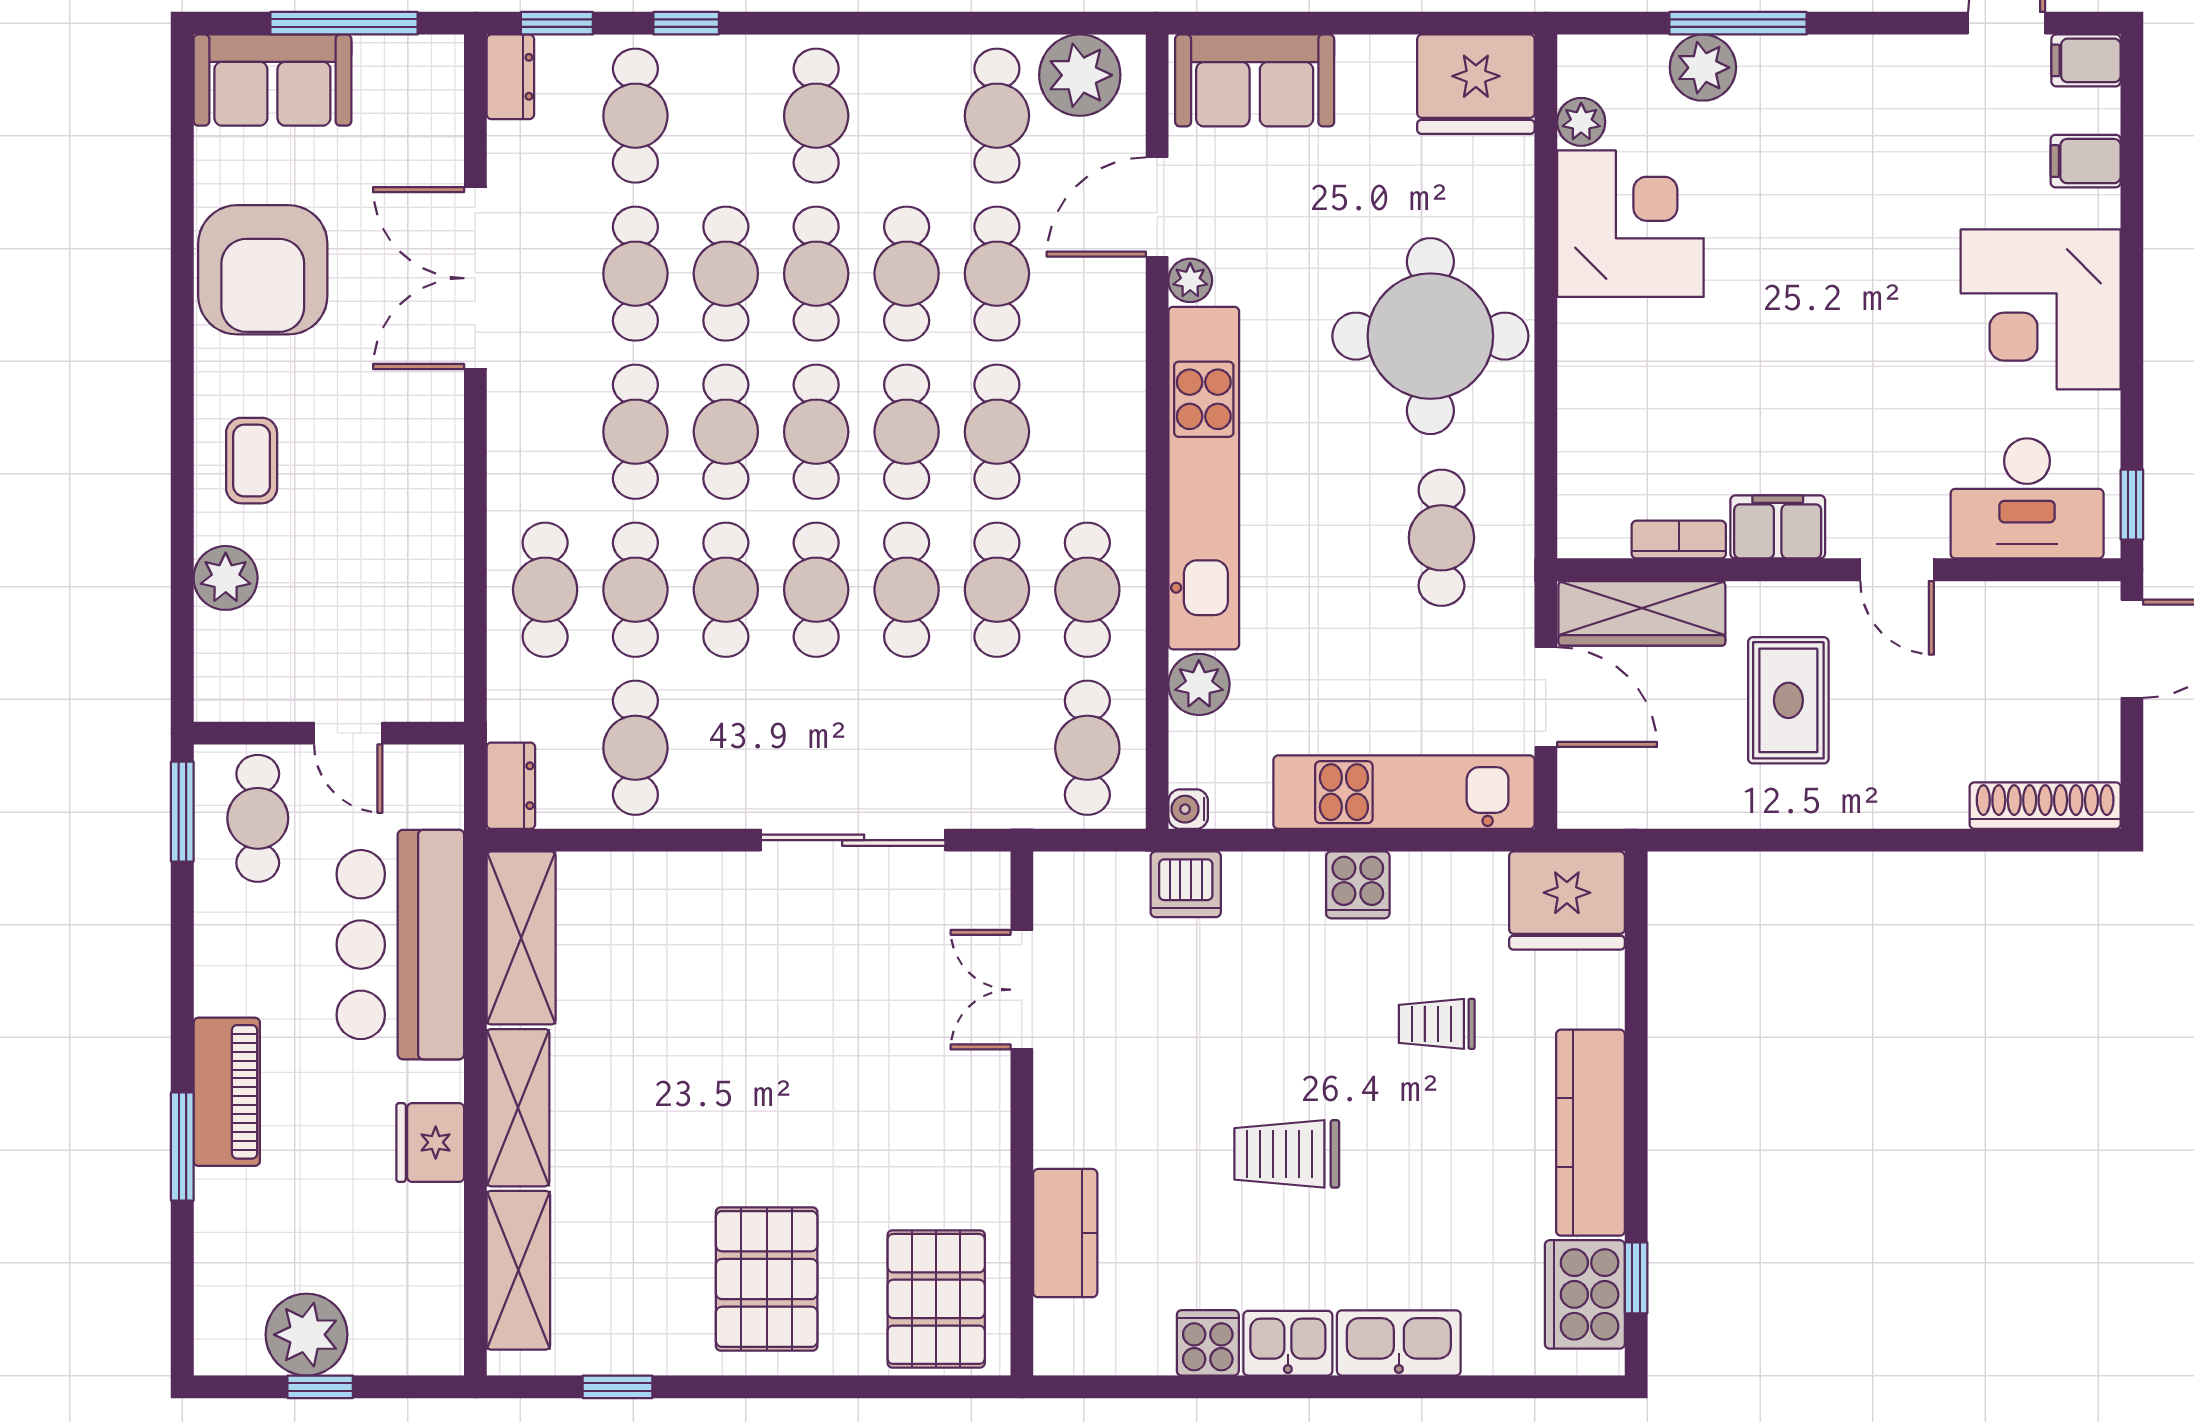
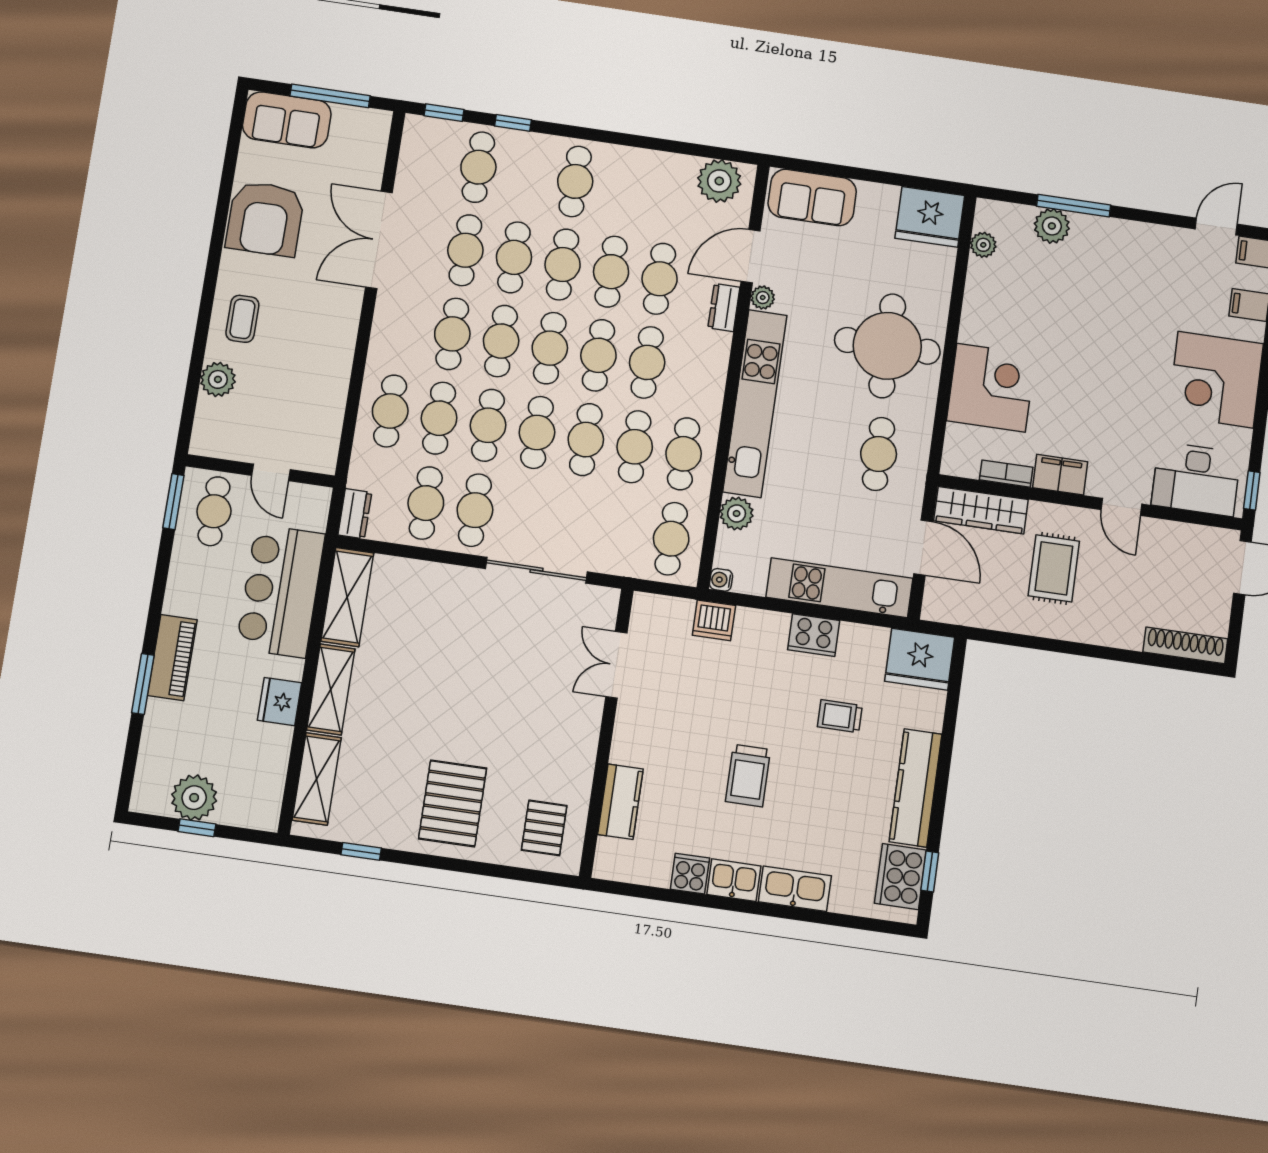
dresser: (510, 77) -> (724, 308), moved, turned 180
cafe table: (997, 116) -> (475, 510), moved
corner desk: (1630, 224) -> (991, 388), moved
cooker: (1358, 885) -> (814, 635), width x1.36
trolley: (1287, 1154) -> (748, 776), turned -90
pallet: (936, 1299) -> (544, 828), width x0.67, depth x0.71

